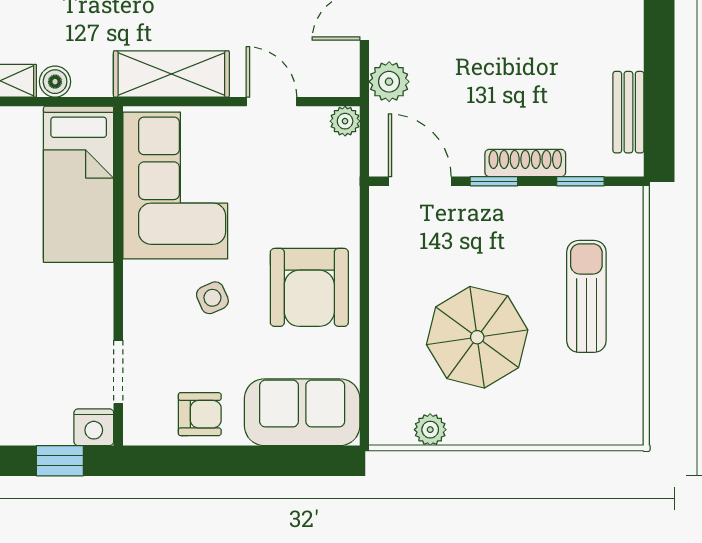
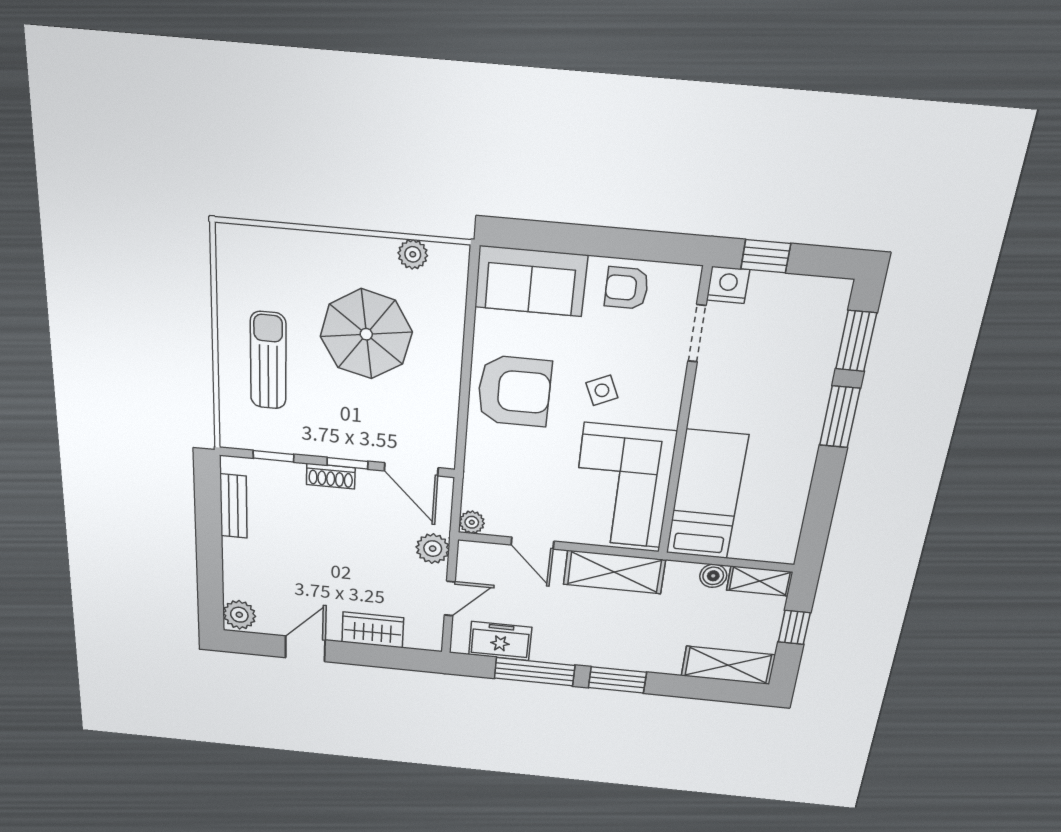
shoe rack: (525, 163) -> (331, 476), width x0.70
armchair: (309, 287) -> (514, 391), turned 90
sun lounger: (586, 296) -> (268, 361), turned 180

